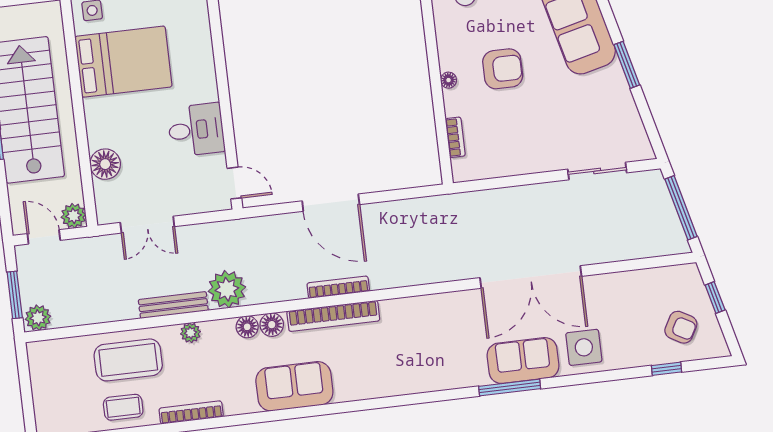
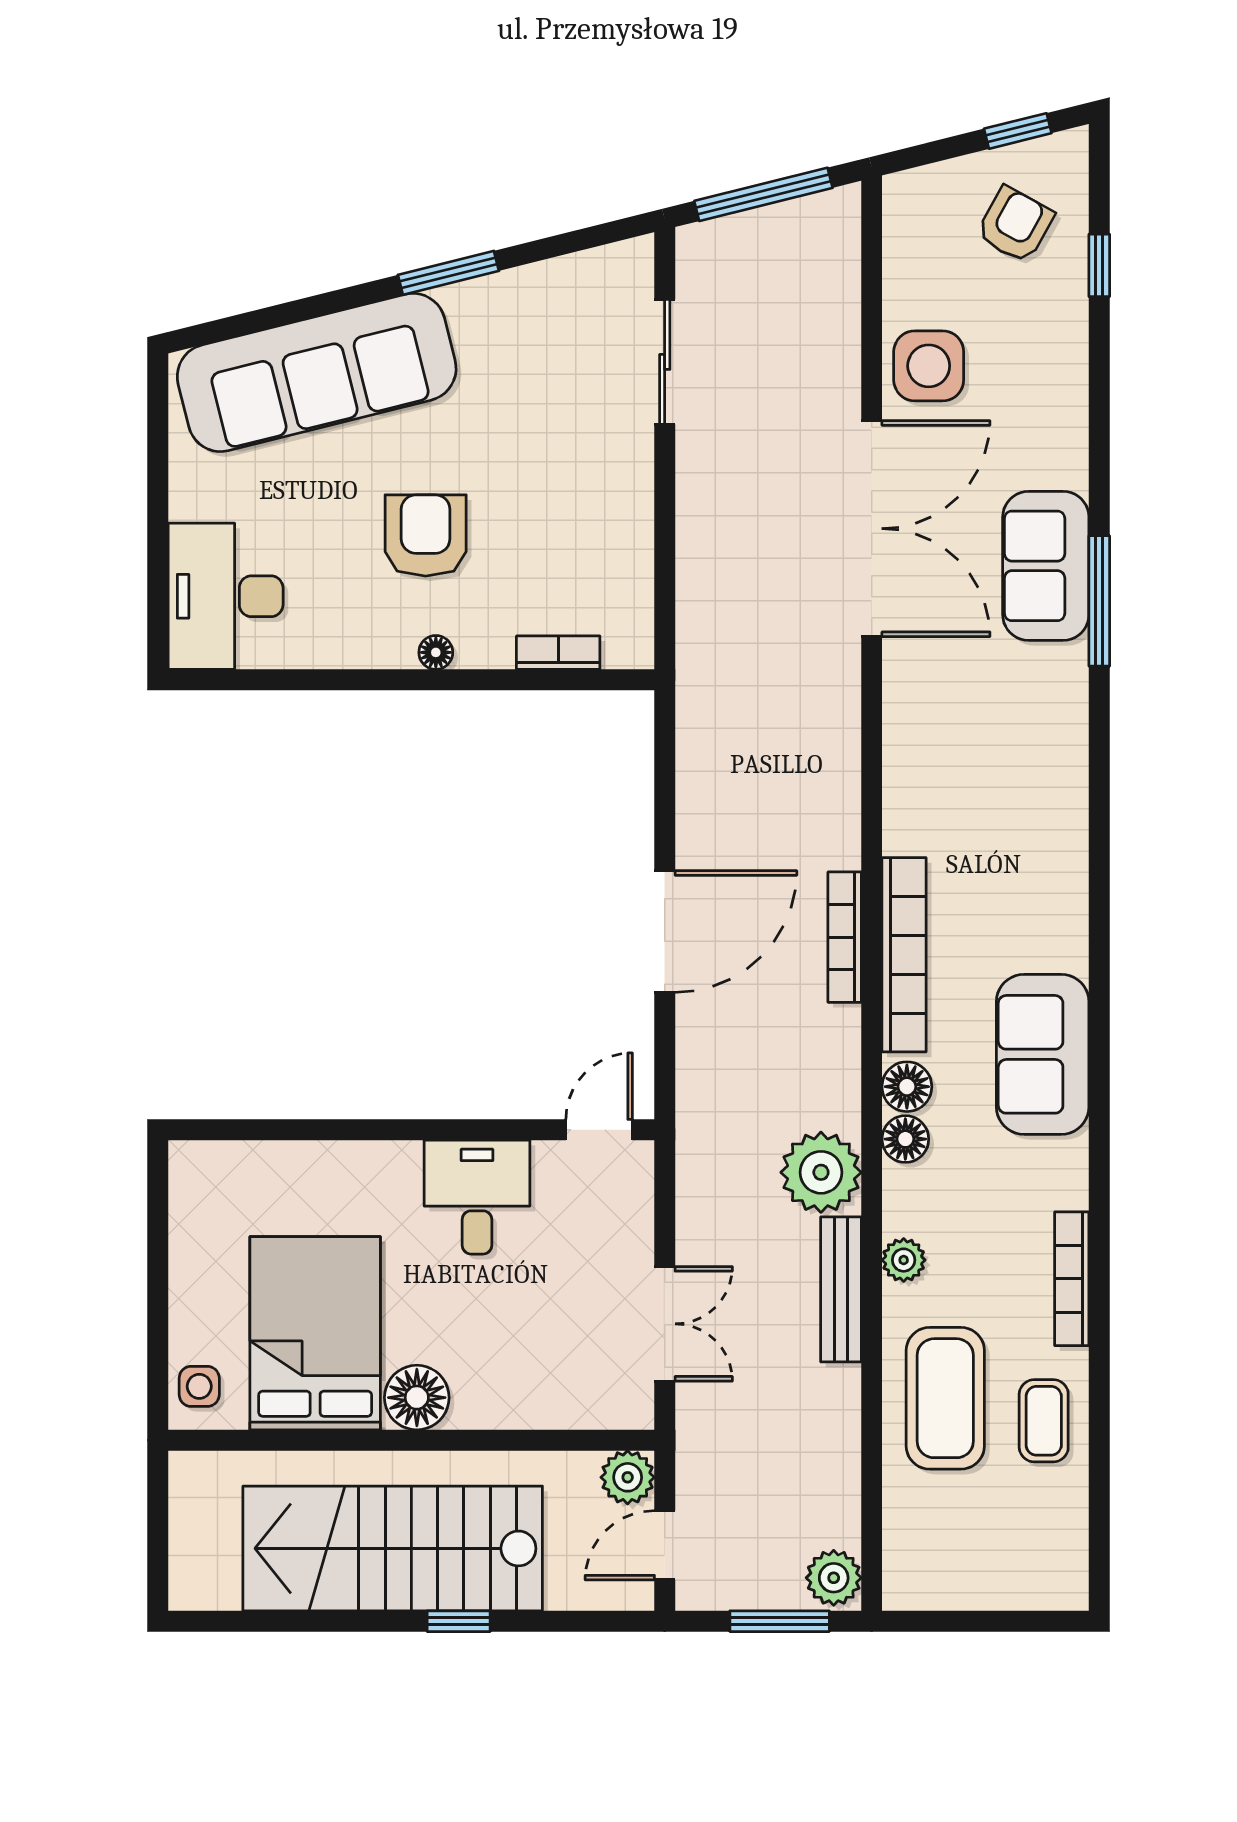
floor lamp: (105, 164) -> (417, 1398), moved
window: (715, 298) -> (1018, 131), moved
side table: (584, 347) -> (929, 366), moved

